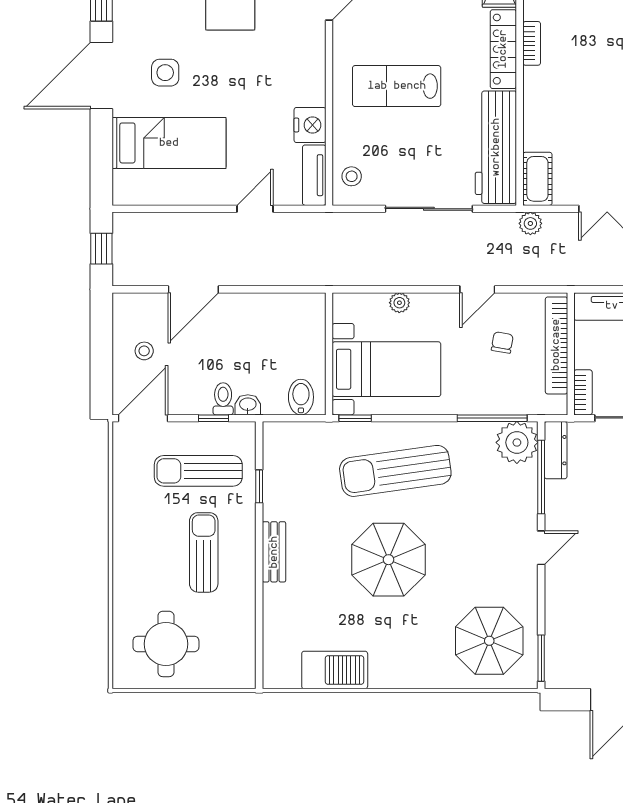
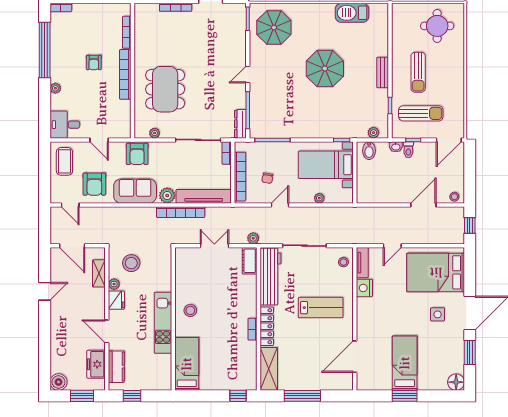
bed: (169, 143) -> (436, 272), width x1.50
stool: (144, 351) -> (454, 197), moved
plant: (517, 442) -> (373, 133), moved, width x0.53, depth x0.53
sun lounger: (395, 471) -> (321, 113), removed

